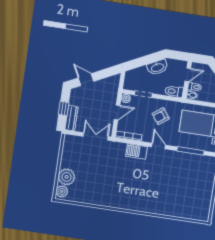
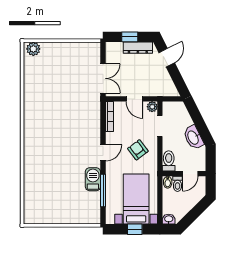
door: (188, 75) -> (190, 174), hinge flipped
dresser: (72, 118) -> (138, 48), moved
barbecue: (136, 151) -> (93, 179), moved
plant: (67, 177) -> (51, 52), removed

